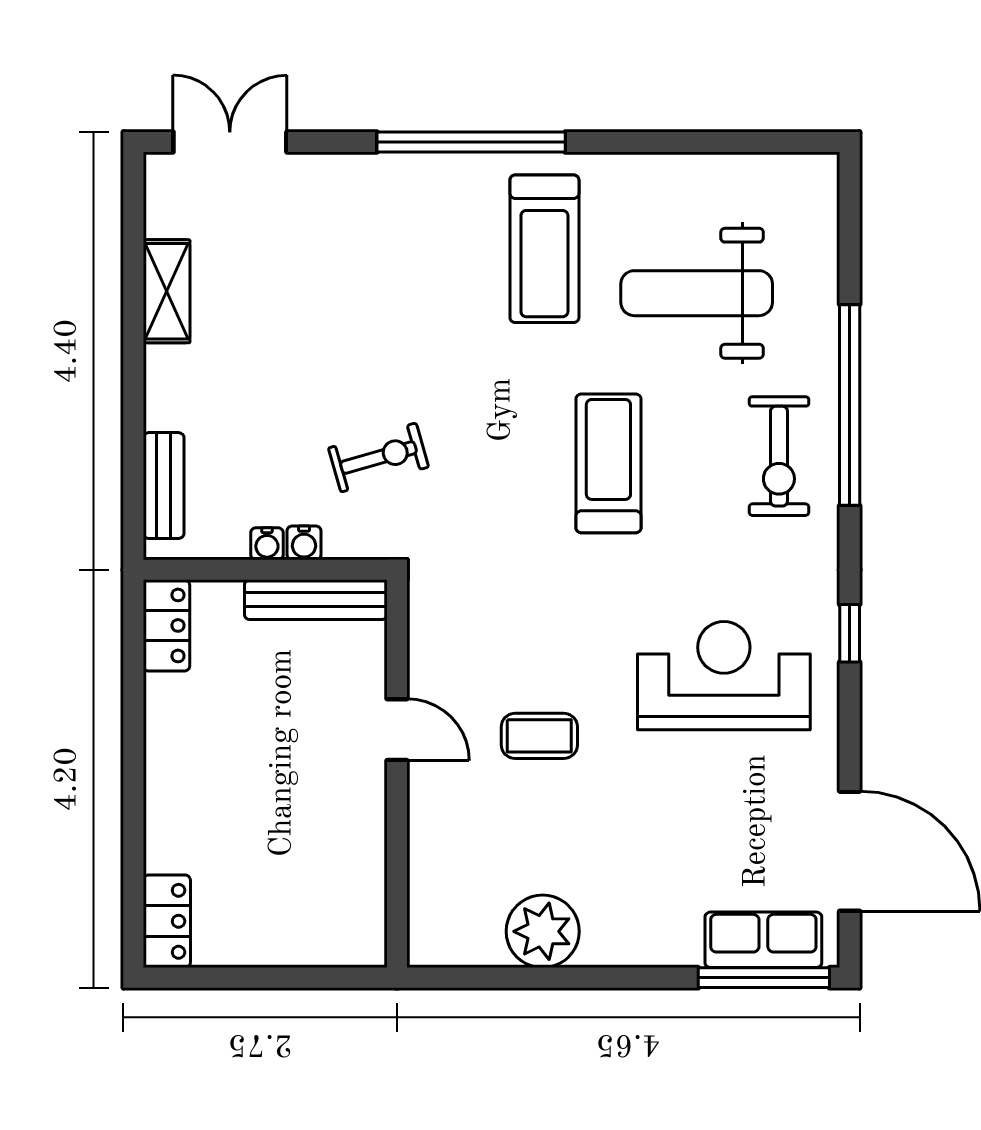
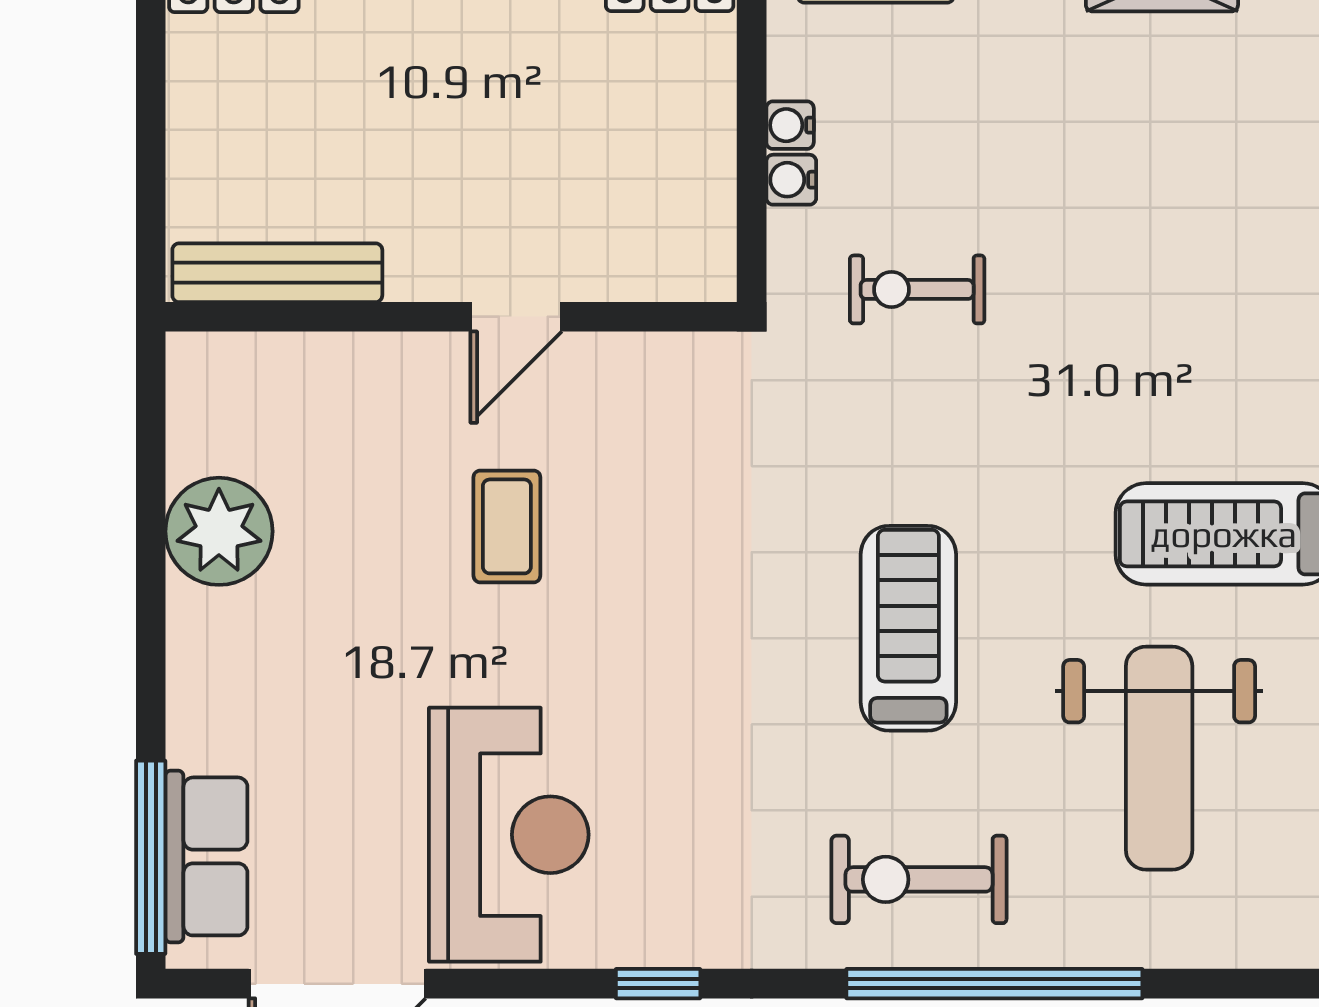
weight bench: (697, 293) -> (1159, 758), turned 180
exercise bike: (378, 457) -> (917, 289), turned 106
treadmill: (608, 463) -> (908, 628), turned -90
bench: (316, 600) -> (277, 273), moved, turned 90
reception desk: (724, 676) -> (509, 835), moved

